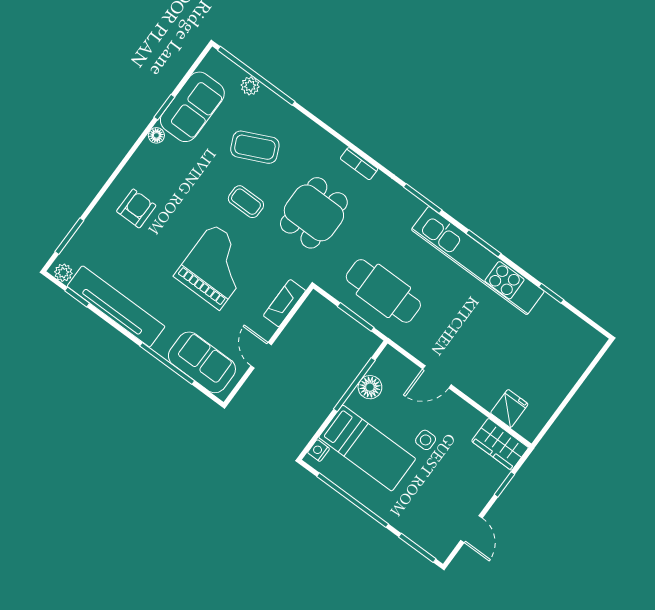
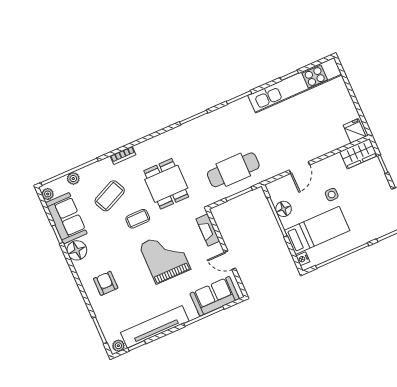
plant: (210, 64) -> (48, 194), added
floor lamp: (156, 135) -> (77, 250), width x1.89, depth x1.89
bookcase: (359, 164) -> (123, 155), moved
kitchen unit: (478, 261) -> (295, 85), moved
fridge: (509, 408) -> (355, 131), moved

